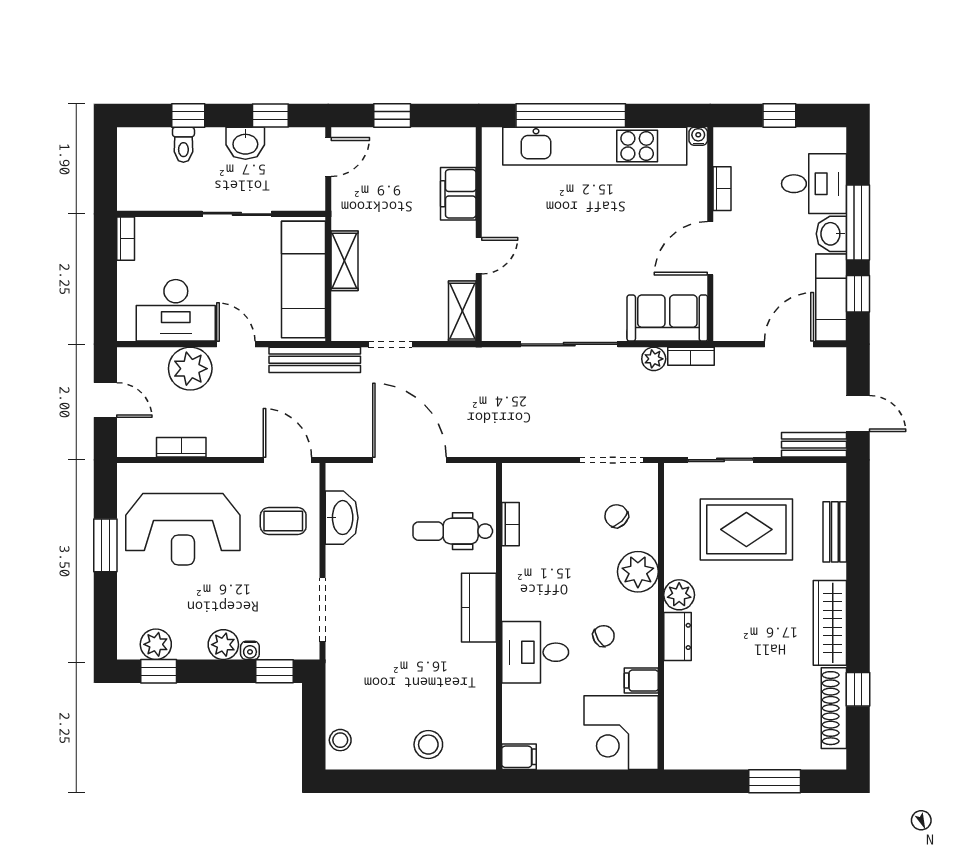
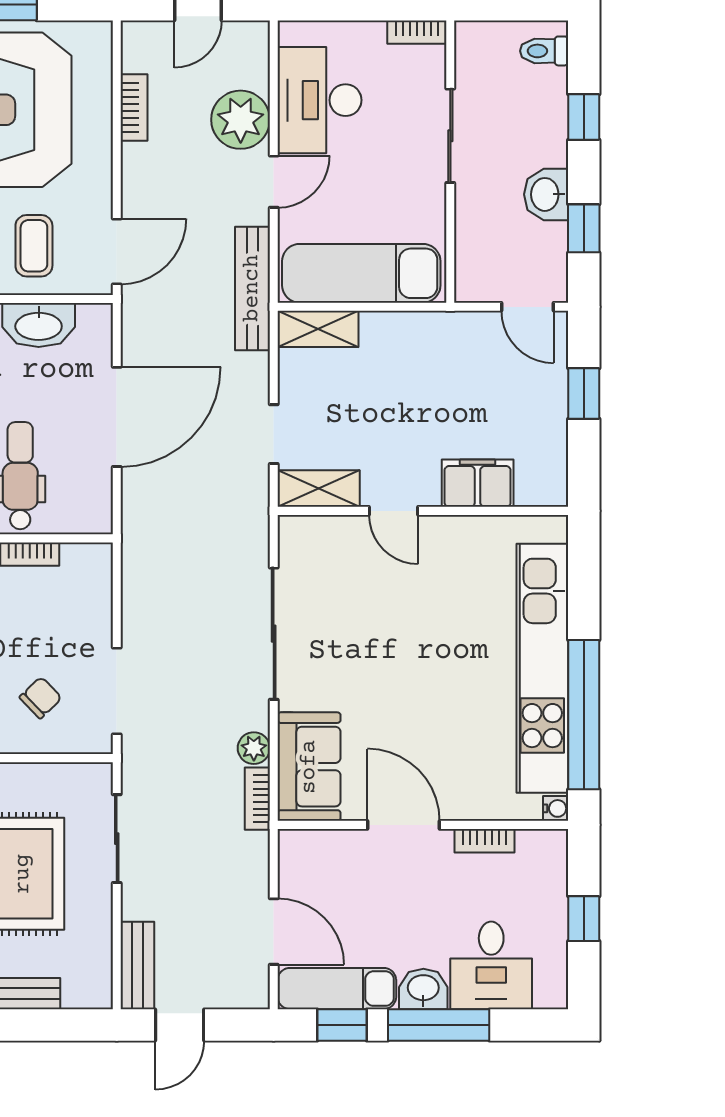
window: (571, 115) -> (584, 715), moved
toilet: (183, 145) -> (544, 51), moved
sliding door: (237, 214) -> (450, 136), moved
shelving: (345, 261) -> (318, 329), moved
doorway: (390, 344) -> (274, 434), moved

